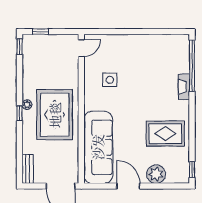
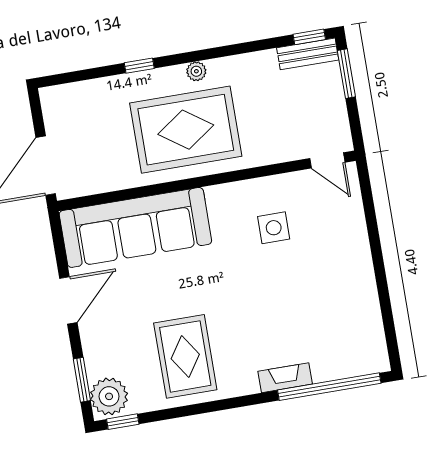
window: (41, 32) -> (346, 74), width x1.50
window: (19, 113) -> (139, 66), moved
bench: (28, 169) -> (308, 54), moved
plant: (156, 174) -> (109, 396), moved
window: (168, 186) -> (82, 380), added

